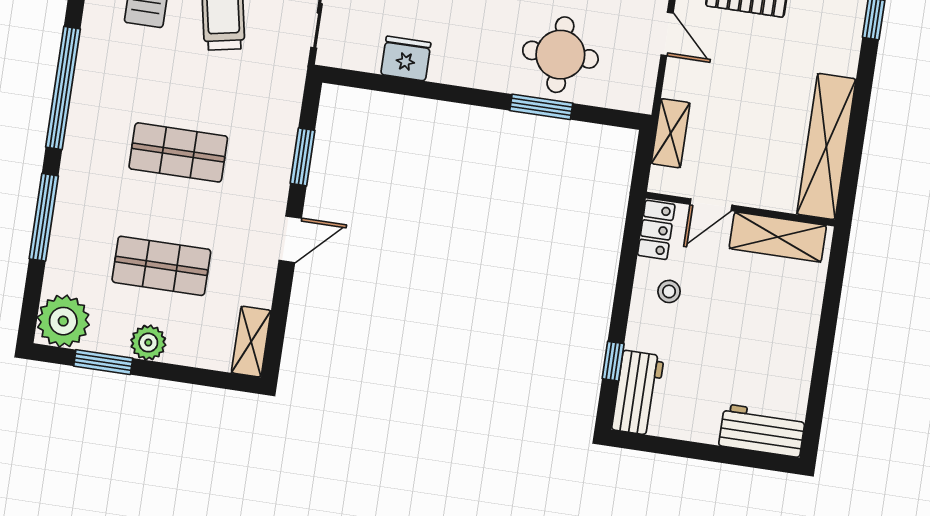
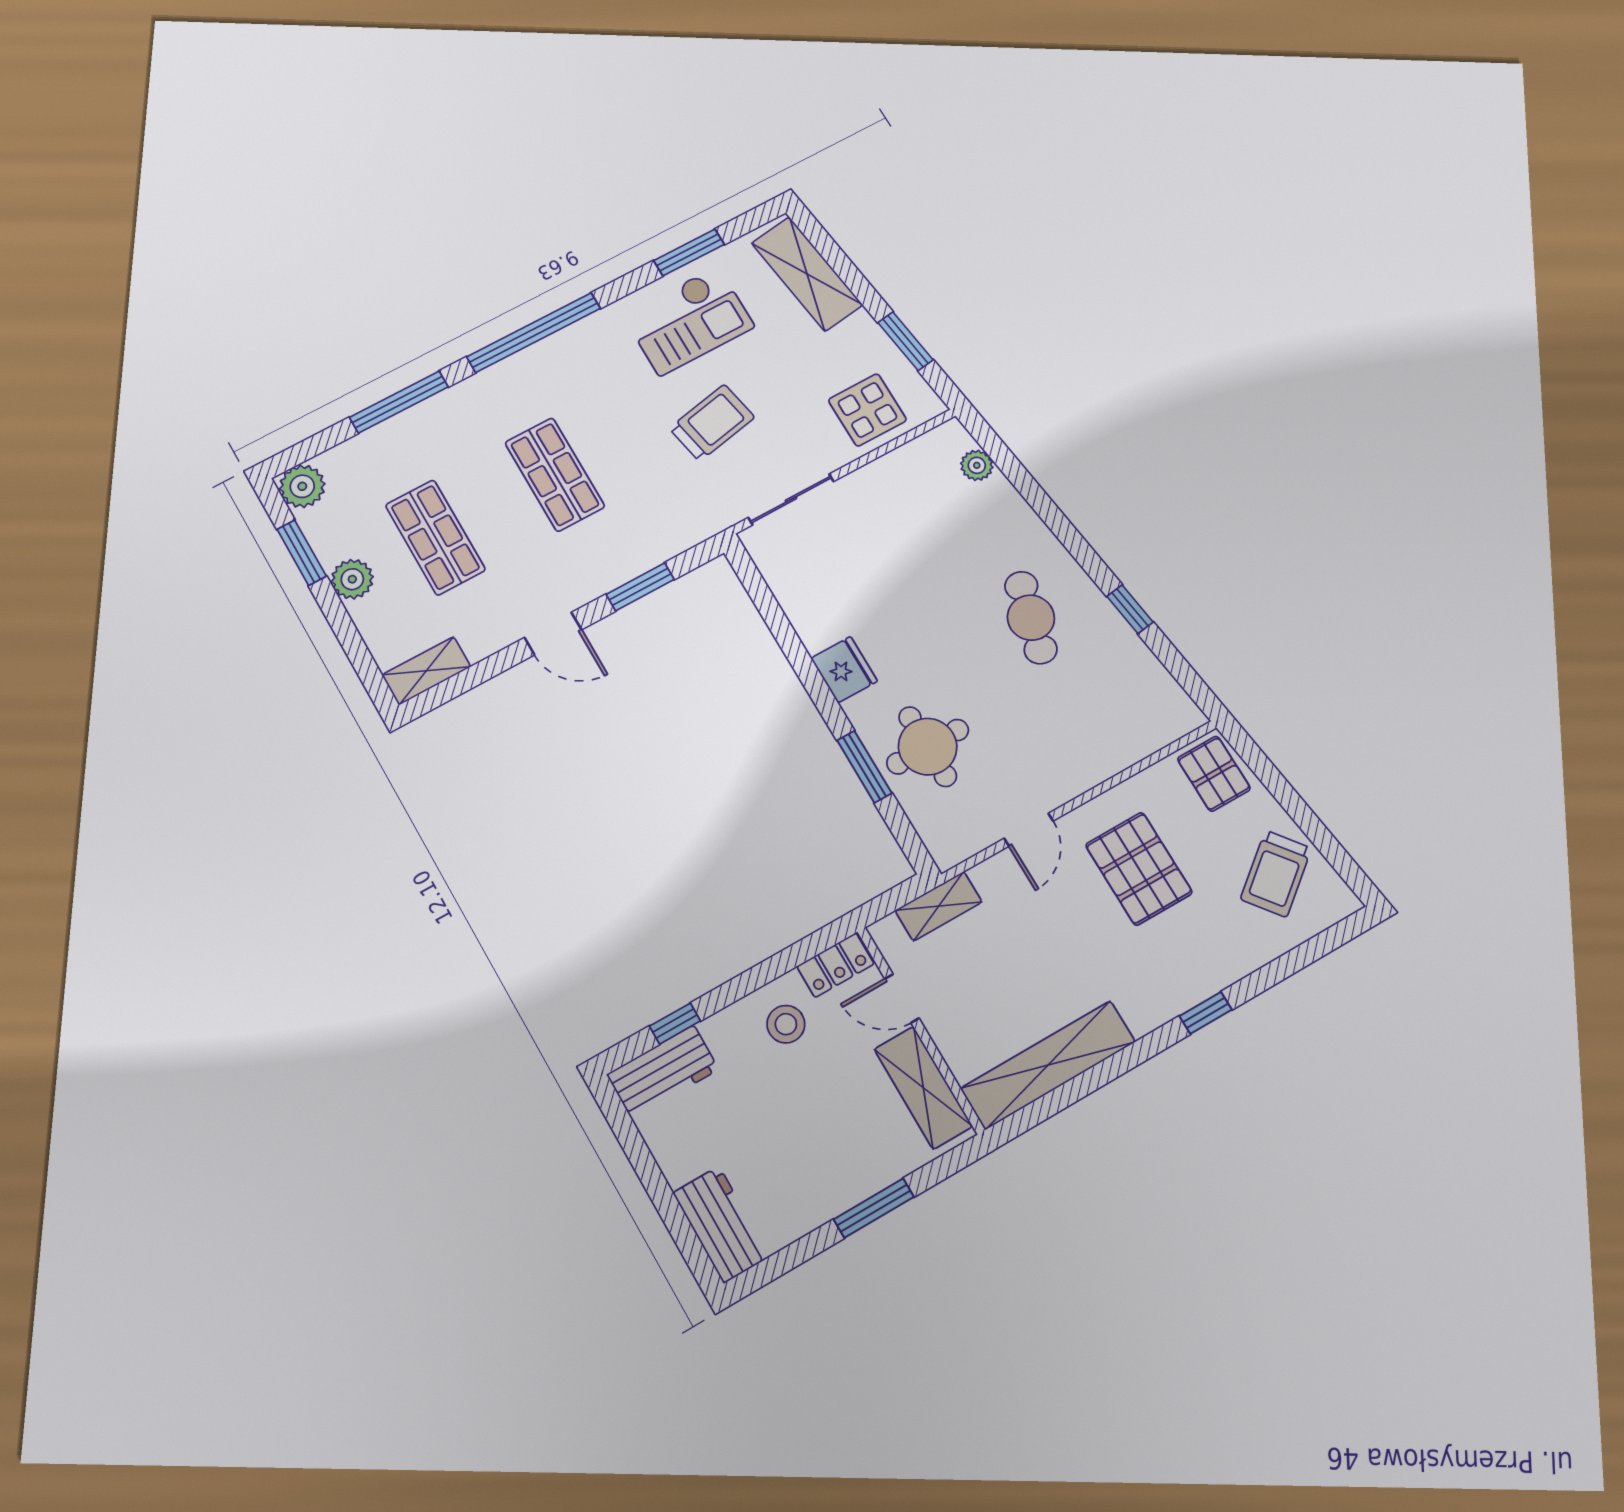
fridge: (406, 58) -> (844, 670), moved
stool: (669, 291) -> (786, 1024), width x1.37, depth x1.37
plant: (63, 321) -> (302, 486), width x0.73, depth x0.73
window: (827, 328) -> (874, 1208), added

